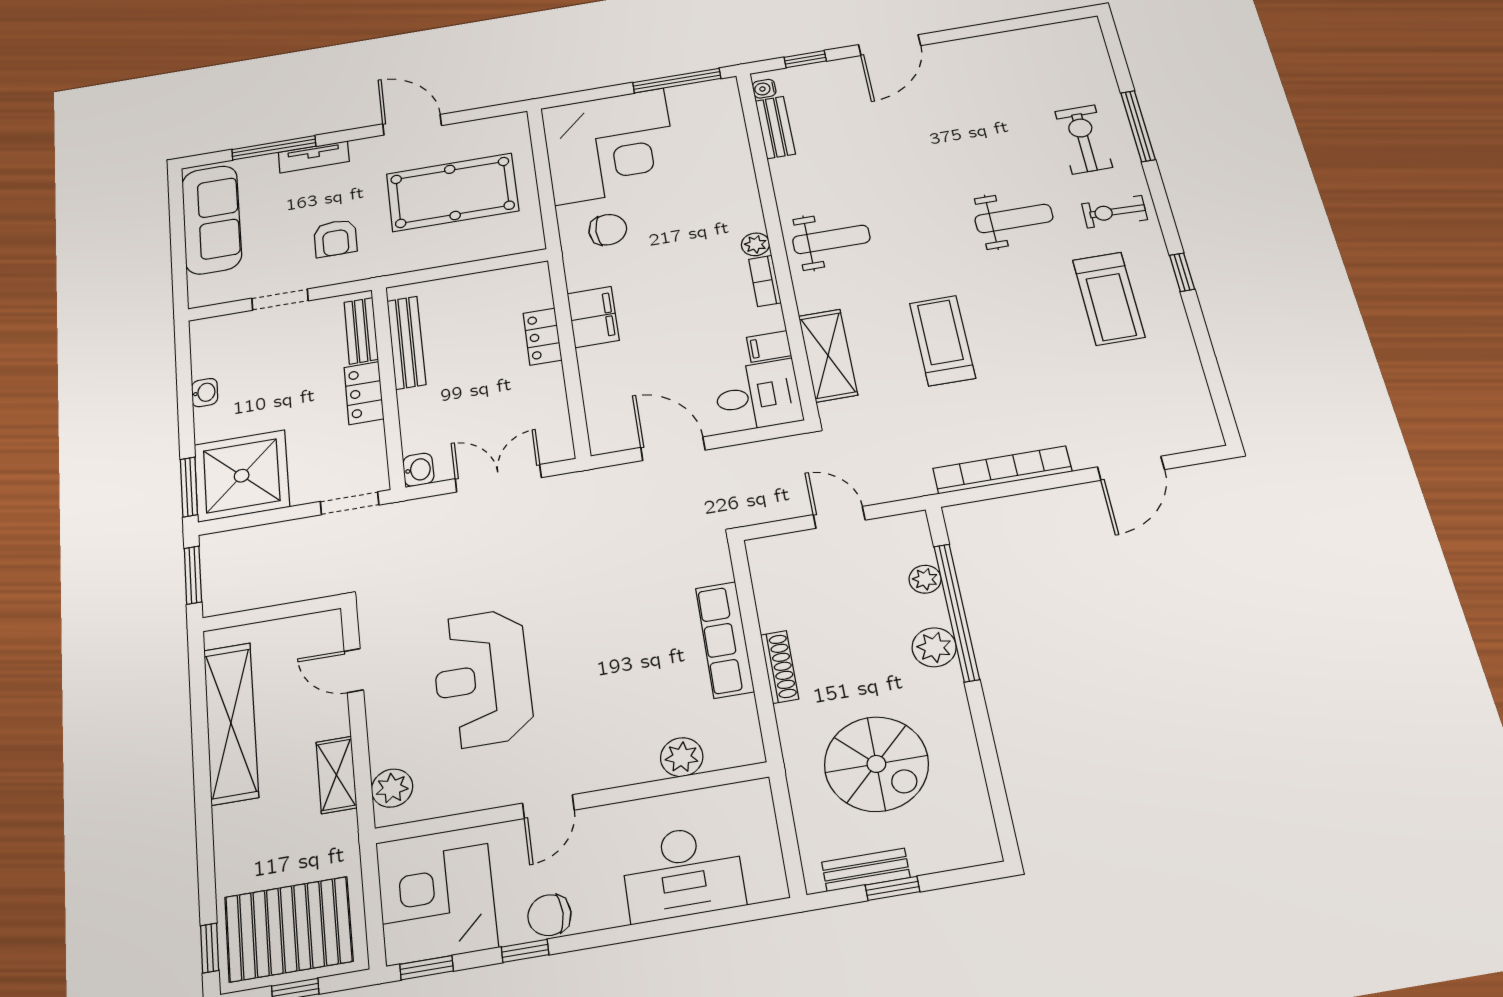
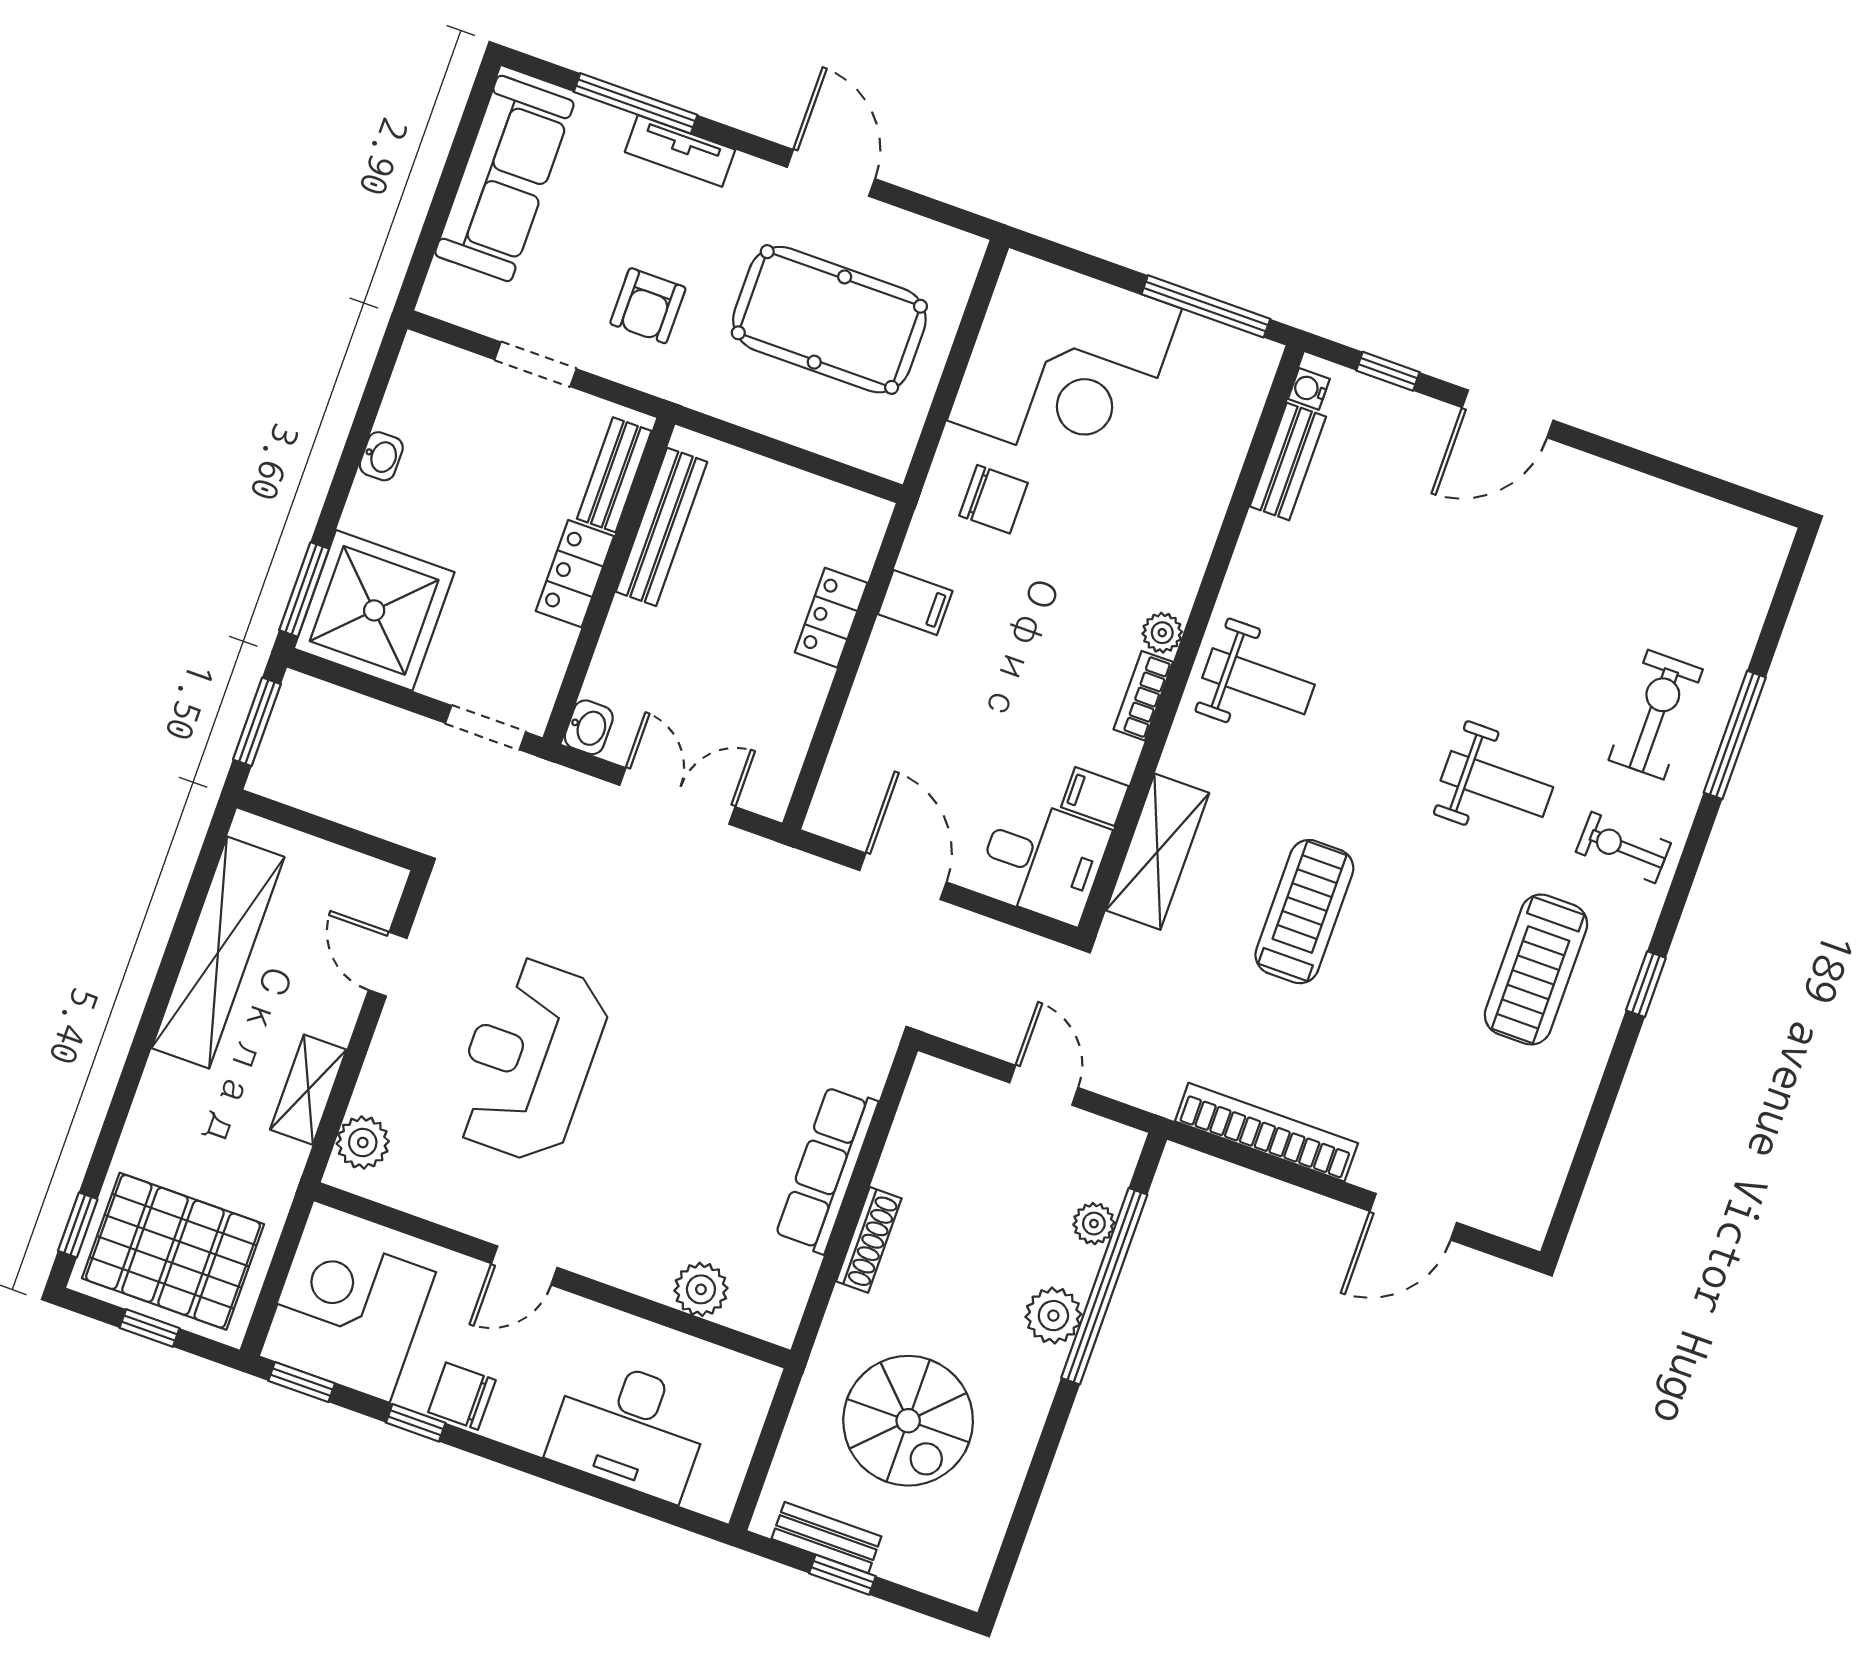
filing cabinet: (593, 317) -> (915, 603), width x0.50

